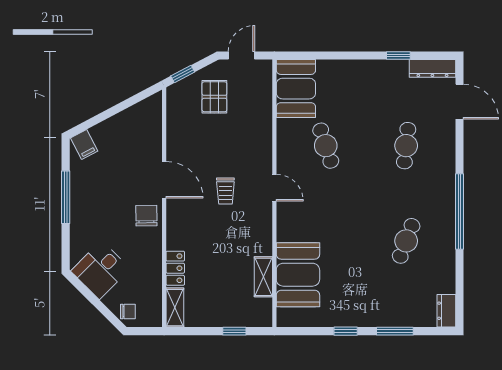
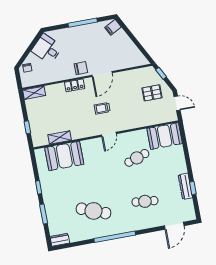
dresser: (432, 68) -> (185, 186), moved
cafe table: (406, 241) -> (93, 211), width x1.37, depth x1.35
locker: (175, 268) -> (75, 85), moved

